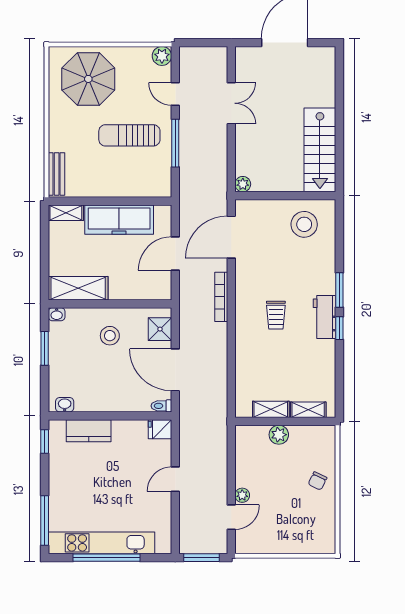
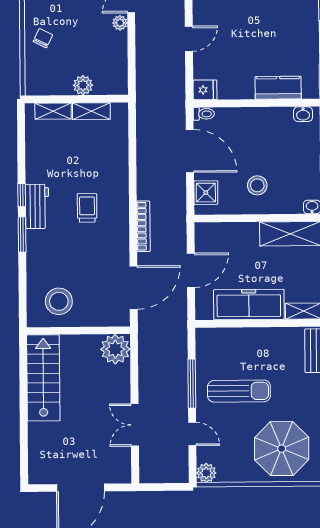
plant: (243, 184) -> (115, 349), width x1.87, depth x1.87

